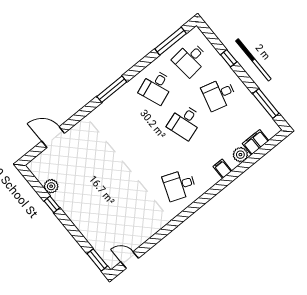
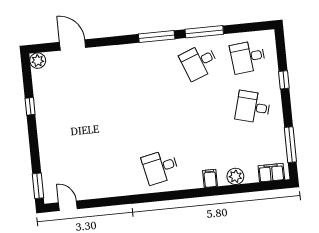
window: (171, 41) -> (204, 32), moved
desk: (185, 122) -> (204, 112), removed
filing cabinet: (256, 142) -> (271, 173), moved
desk: (180, 185) -> (160, 167), turned -33
plant: (51, 186) -> (38, 61), moved

